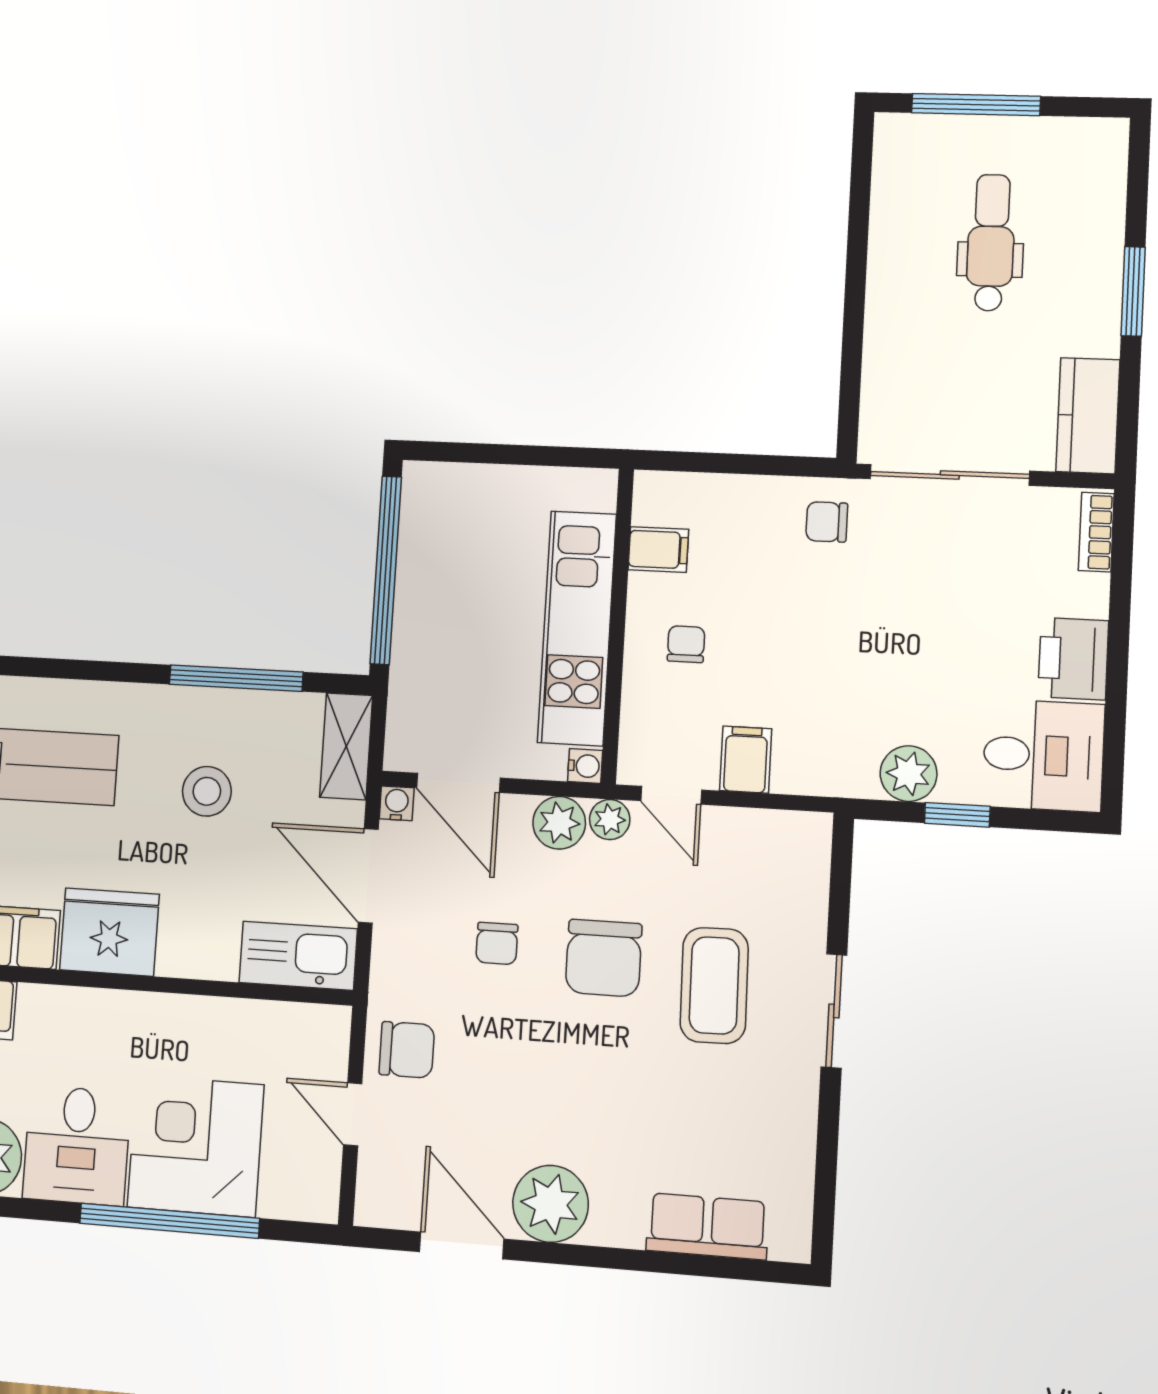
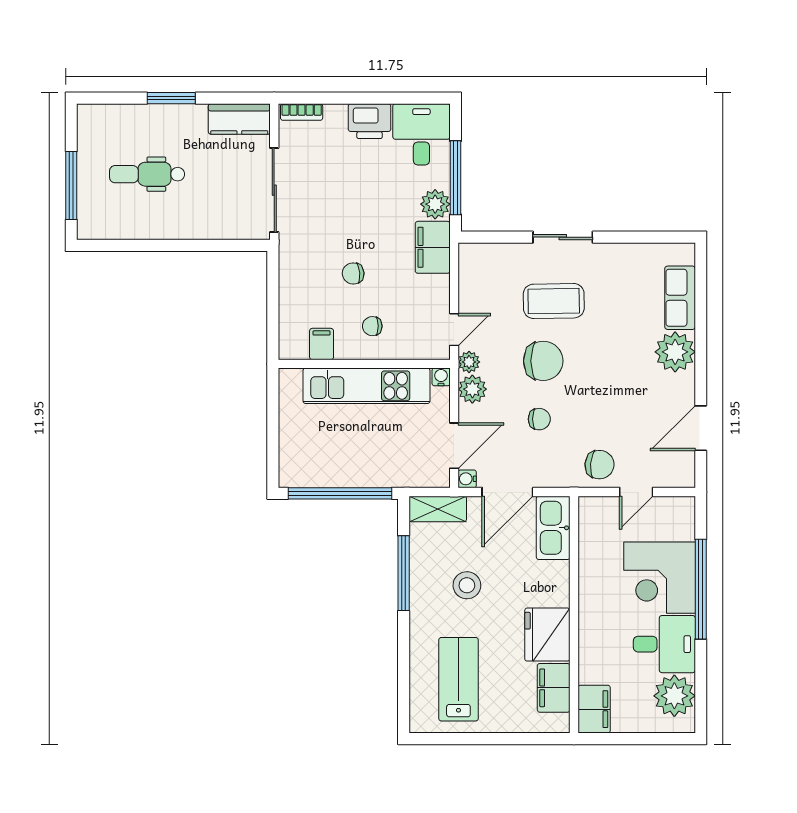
chair: (827, 522) -> (353, 273), moved, turned 85
filing cabinet: (746, 760) -> (433, 247), moved, width x2.00
window: (957, 815) -> (455, 178), width x2.17
chair: (407, 1050) -> (599, 465), turned 95
plant: (551, 1204) -> (675, 352), moved

